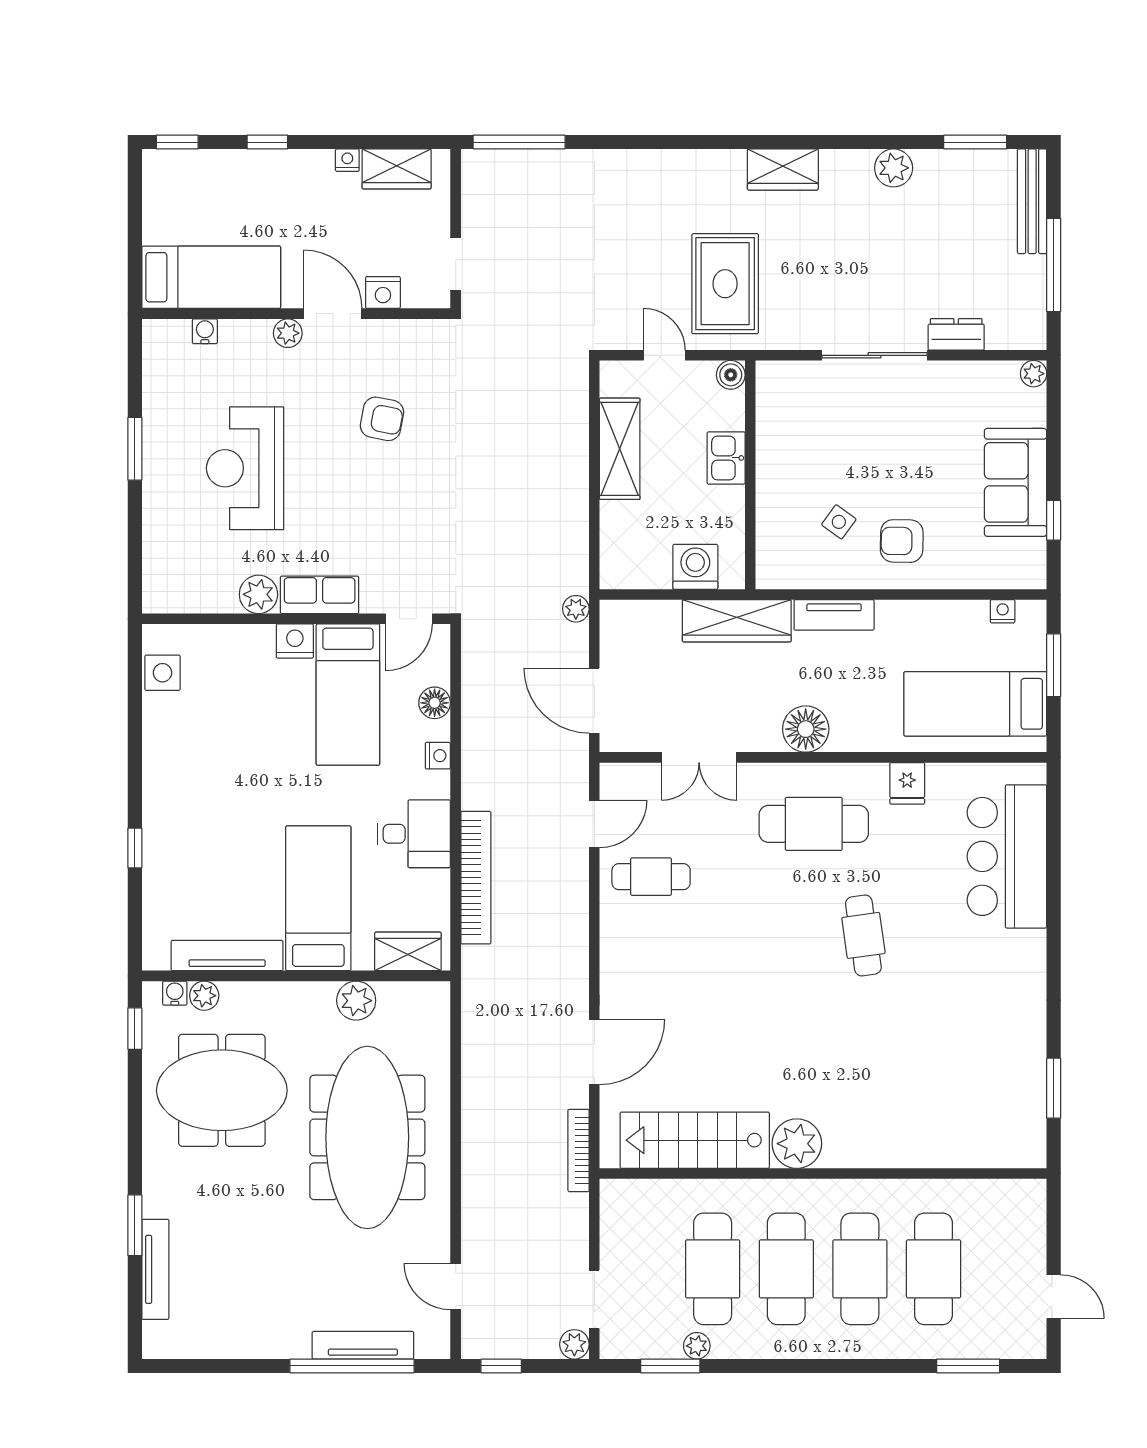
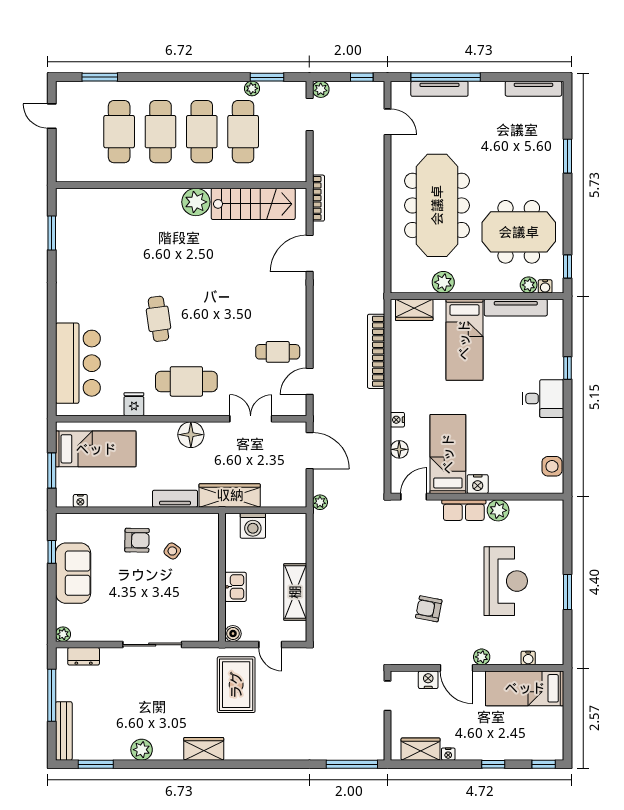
dresser: (956, 334) -> (84, 656), moved
desk: (414, 834) -> (543, 399), moved, turned 180
tv unit: (155, 1269) -> (533, 89), moved, turned -90

